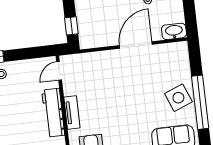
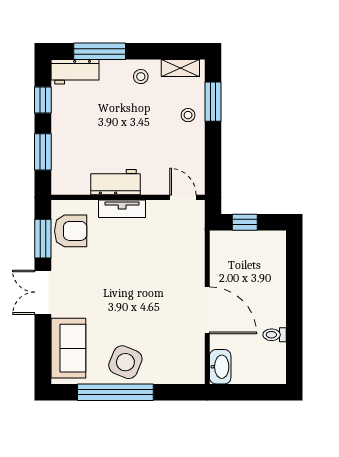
side table: (178, 98) -> (125, 362), turned 45
workbench: (53, 113) -> (115, 182), width x0.73

